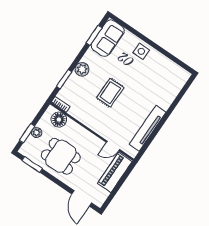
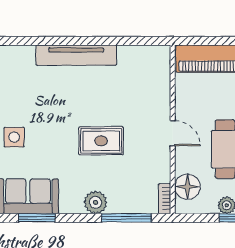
window: (64, 79) -> (126, 218), width x1.44
tv unit: (148, 128) -> (76, 55), moved
door: (113, 146) -> (173, 133), moved

